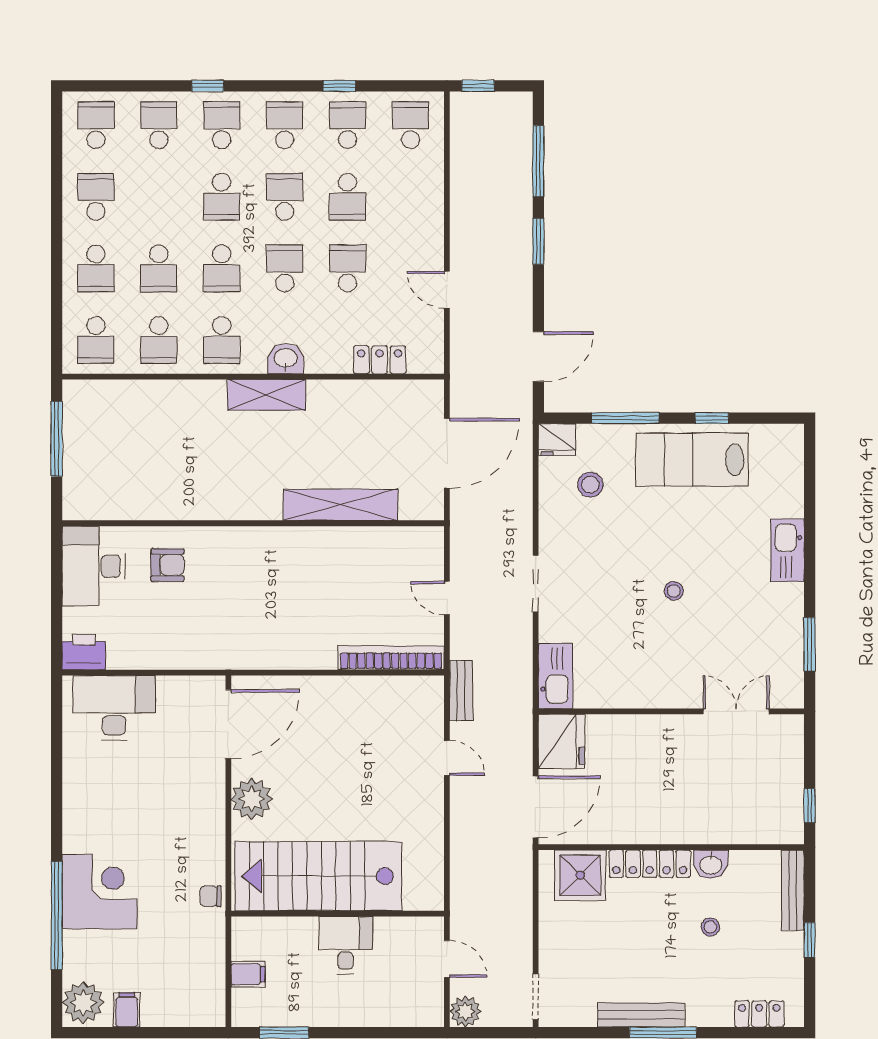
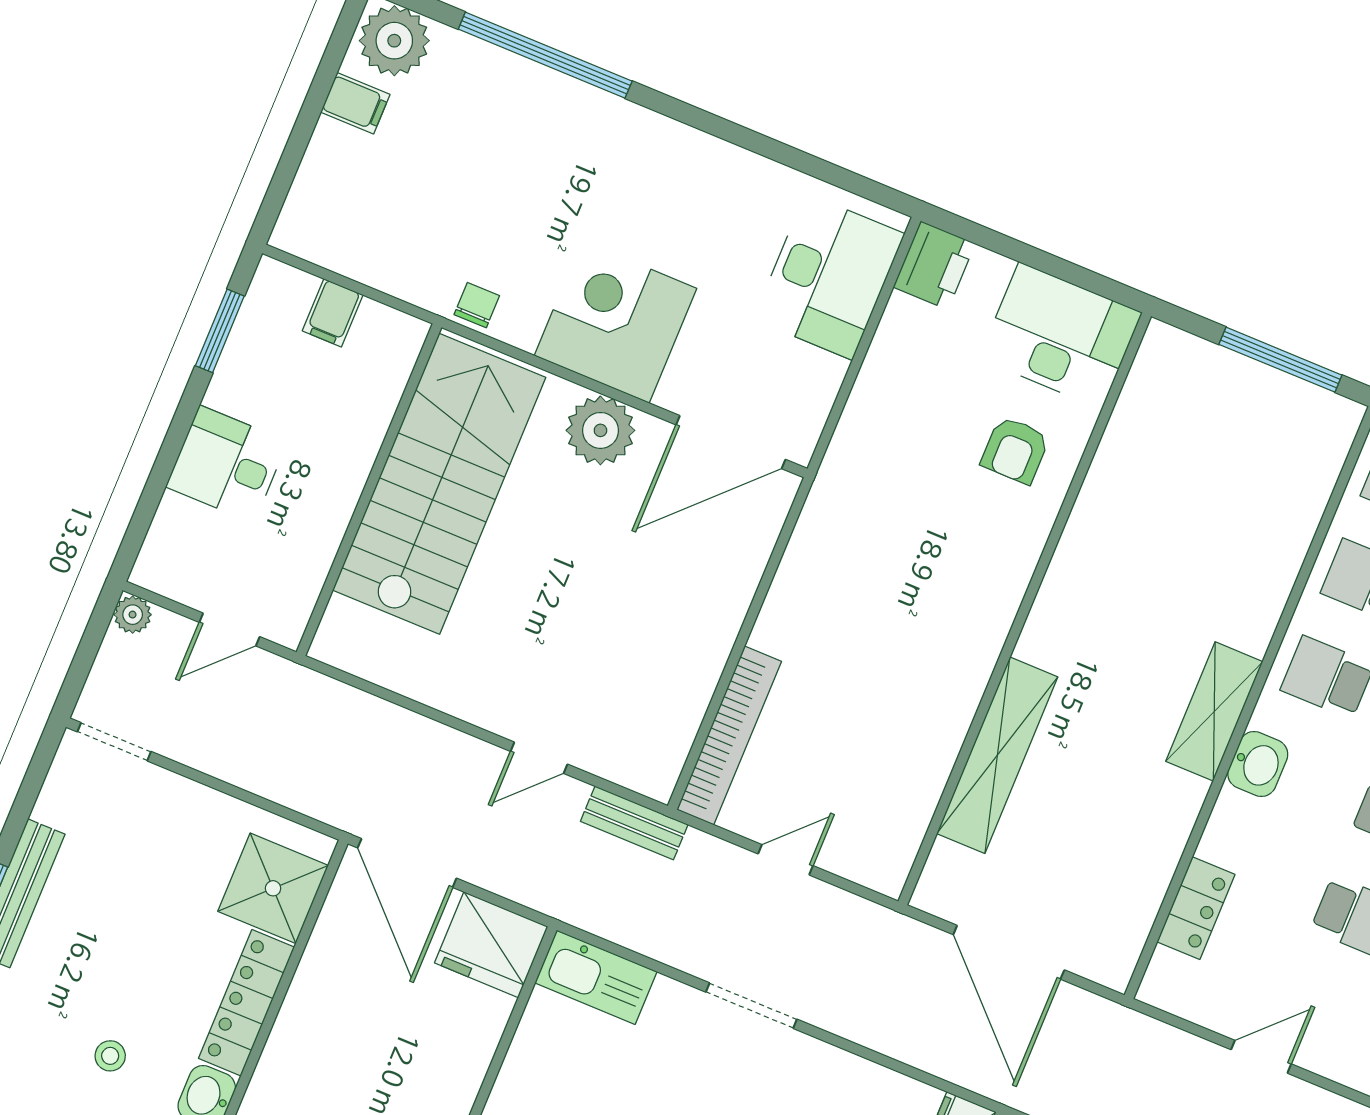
door: (228, 724) -> (731, 442), hinge flipped
corner desk: (99, 892) -> (616, 322), moved, turned 180
desk: (346, 945) -> (227, 464), moved, turned 180
plant: (465, 1012) -> (133, 615), width x0.73, depth x0.73

